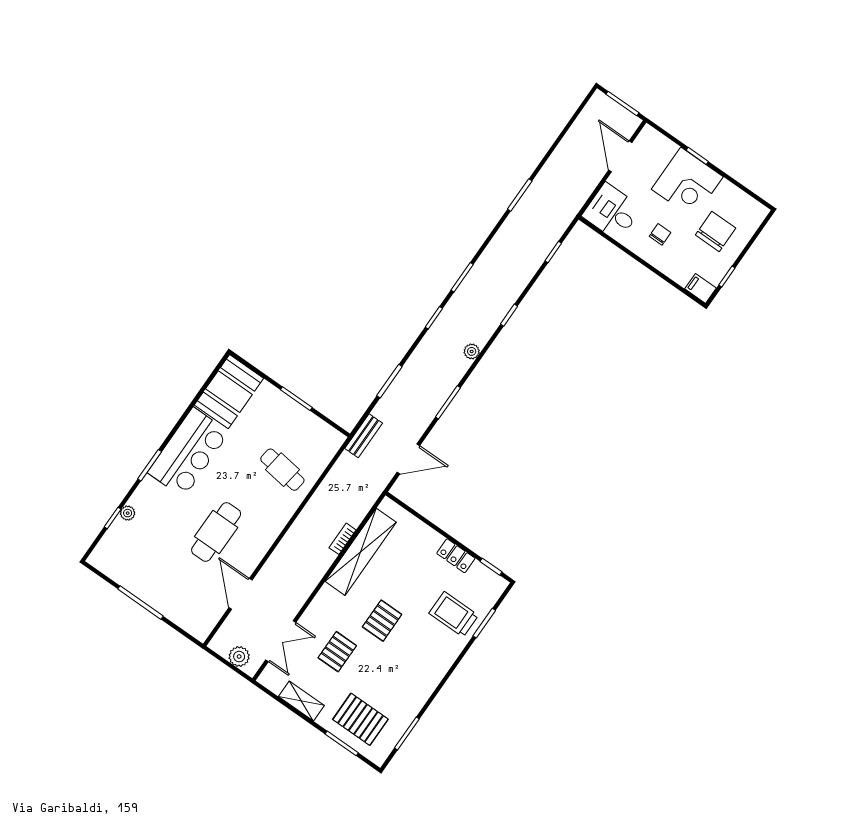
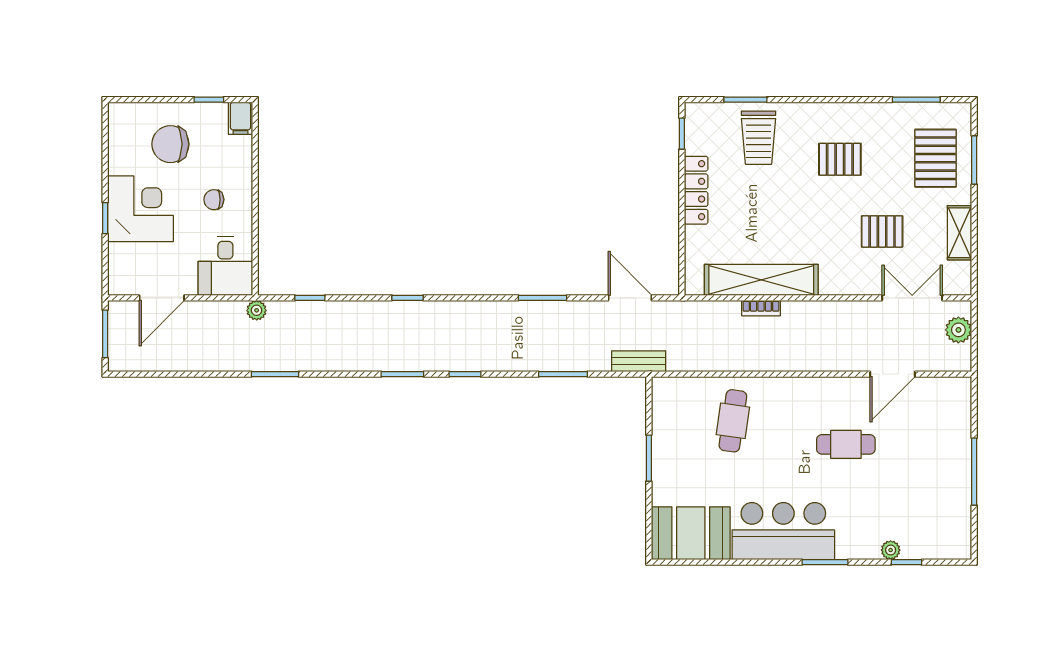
plant: (472, 351) -> (257, 310), moved
cafe table: (216, 532) -> (846, 444), width x0.73, depth x0.74
locker: (456, 556) -> (696, 190), width x1.53
pallet: (382, 621) -> (840, 159), moved

